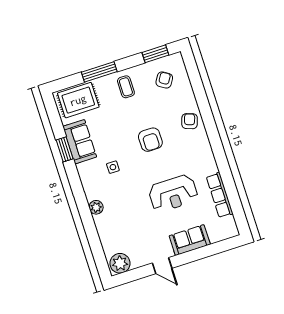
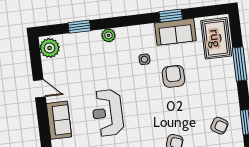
coffee table: (126, 87) -> (220, 87), removed
armchair: (150, 140) -> (173, 76), moved, turned 90
window: (93, 238) -> (79, 27), added
door: (162, 266) -> (39, 89), swing flipped

